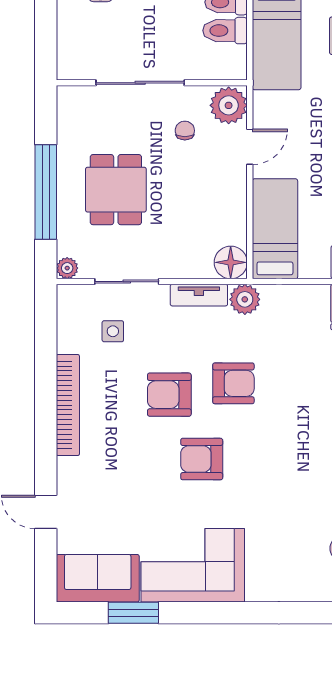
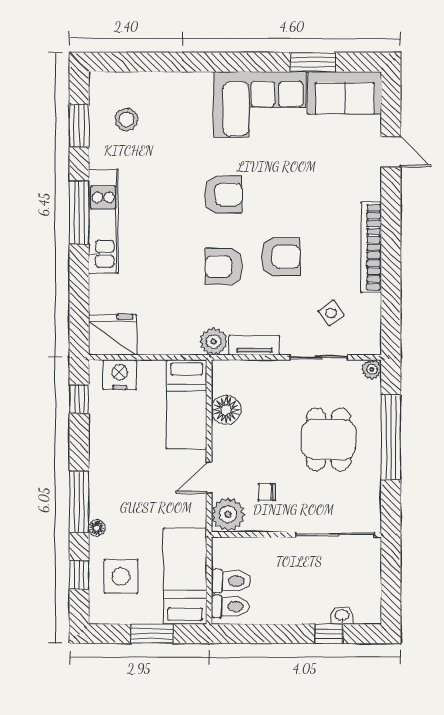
sliding door: (140, 83) -> (335, 535), moved
chair: (185, 131) -> (267, 492), turned 90
floor lamp: (231, 262) -> (226, 410), moved
side table: (113, 331) -> (331, 313), turned -37
armchair: (202, 459) -> (223, 194), moved

